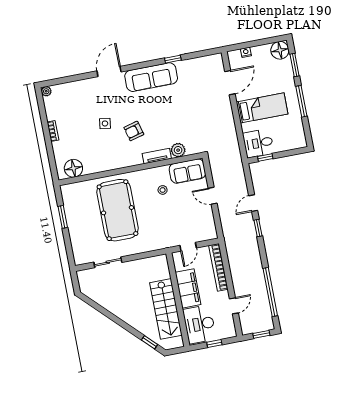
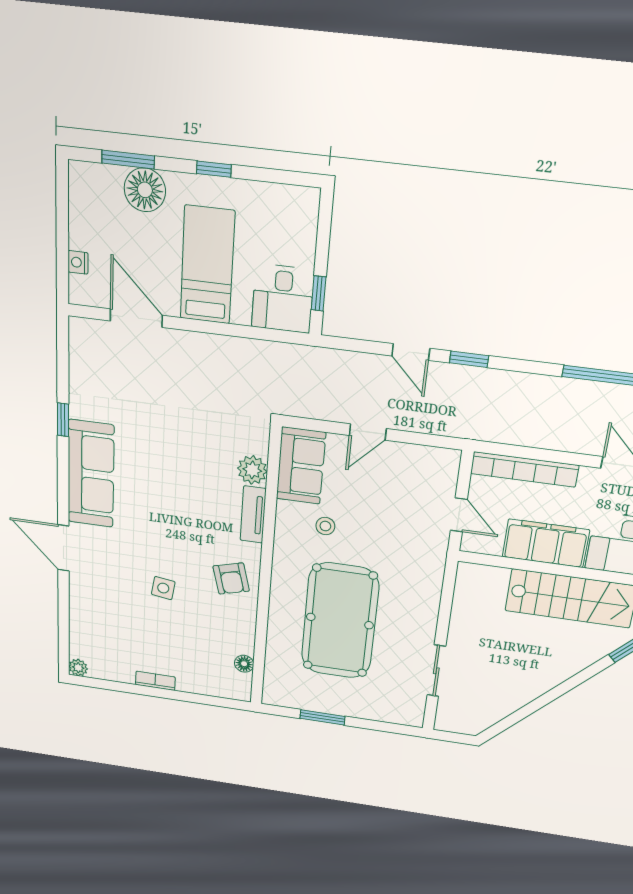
floor lamp: (280, 50) -> (145, 190), moved
window: (301, 101) -> (214, 169), width x0.46
armchair: (134, 131) -> (231, 579), moved
floor lamp: (73, 168) -> (244, 664), width x0.53, depth x0.53
pool table: (117, 210) -> (340, 621), turned 90

